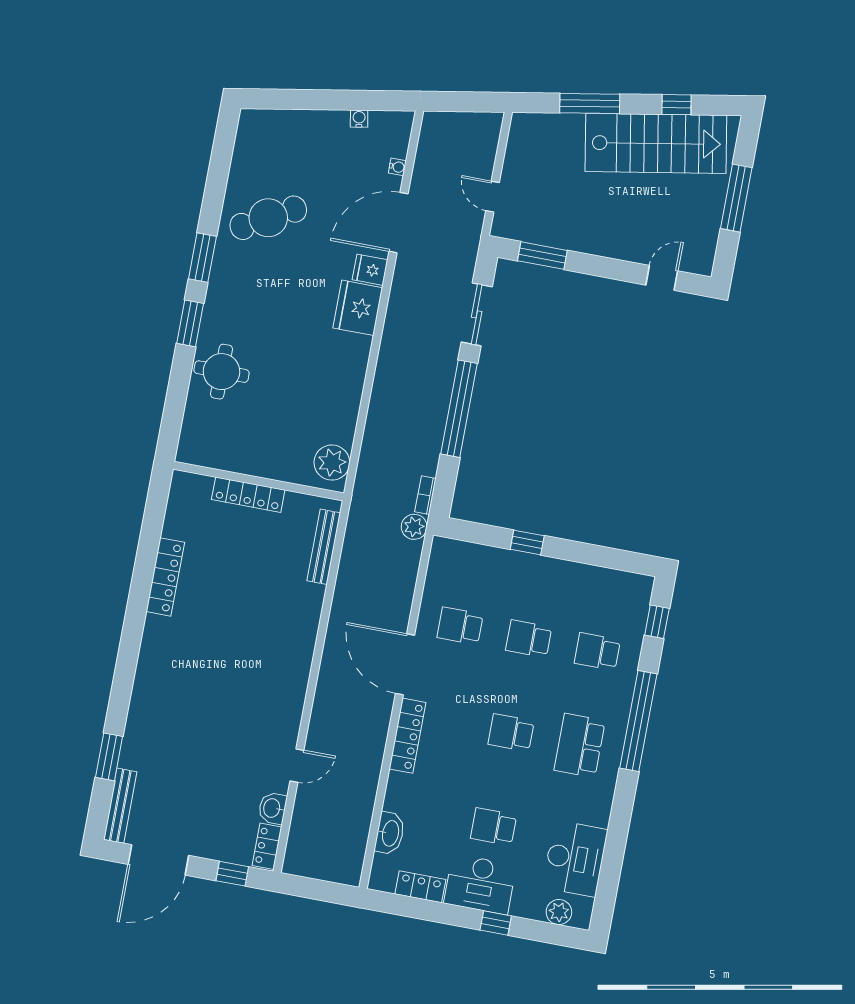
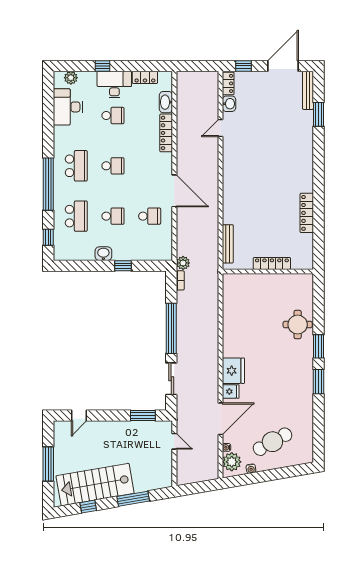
cafe table: (268, 218) -> (272, 442), moved
plant: (332, 463) -> (232, 462), moved
washbasin: (560, 572) -> (103, 254), added
school desk: (597, 652) -> (76, 216), width x1.85
locker: (408, 736) -> (166, 133), moved

